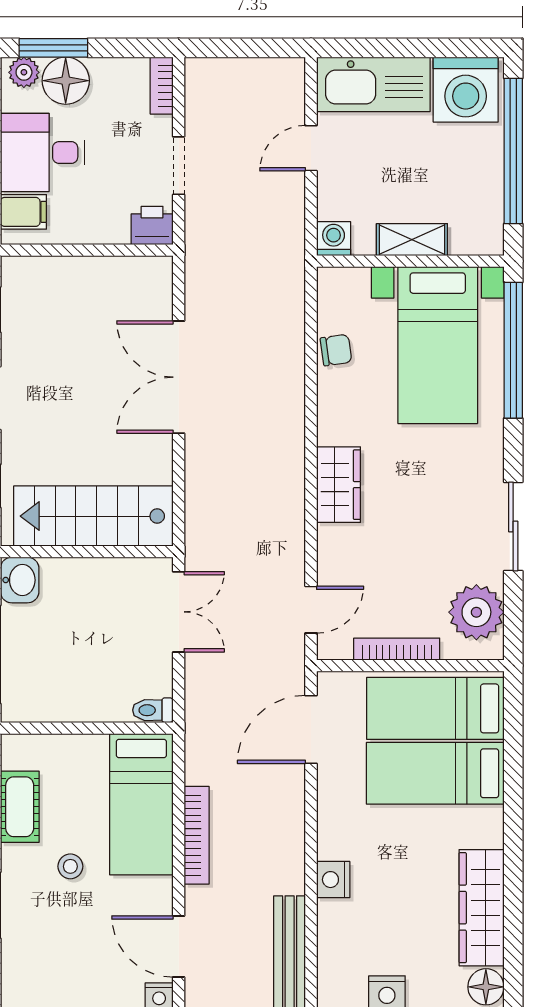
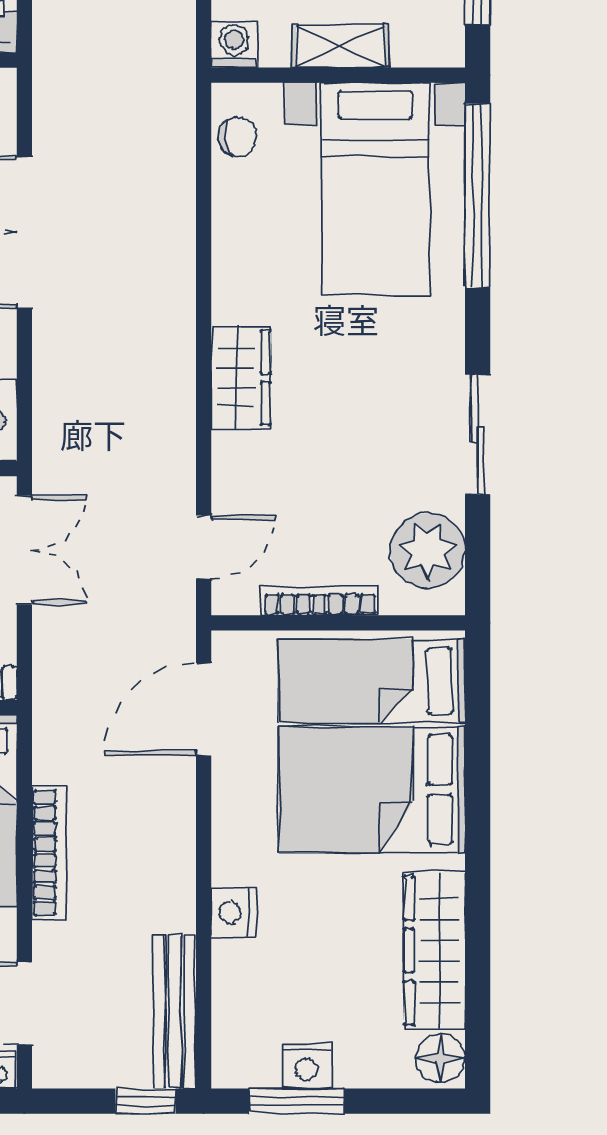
chair: (336, 350) -> (238, 137), moved
bed: (435, 773) -> (372, 790), width x1.50

